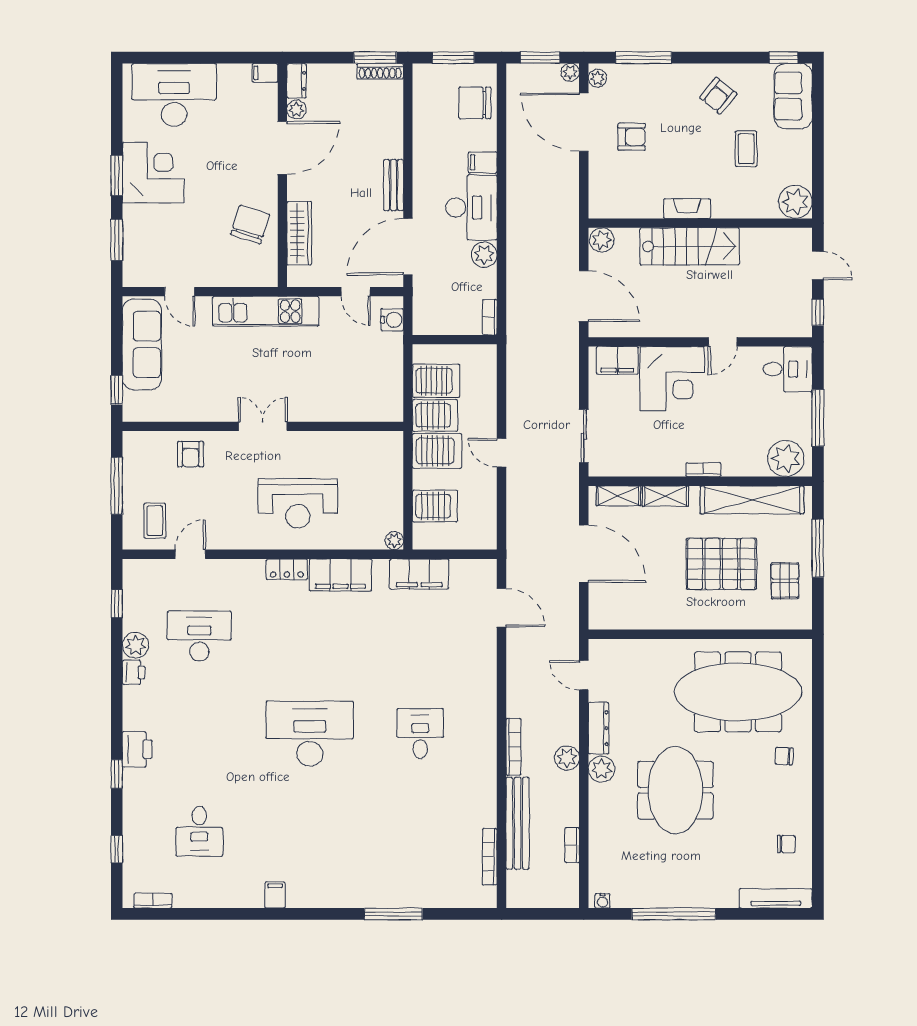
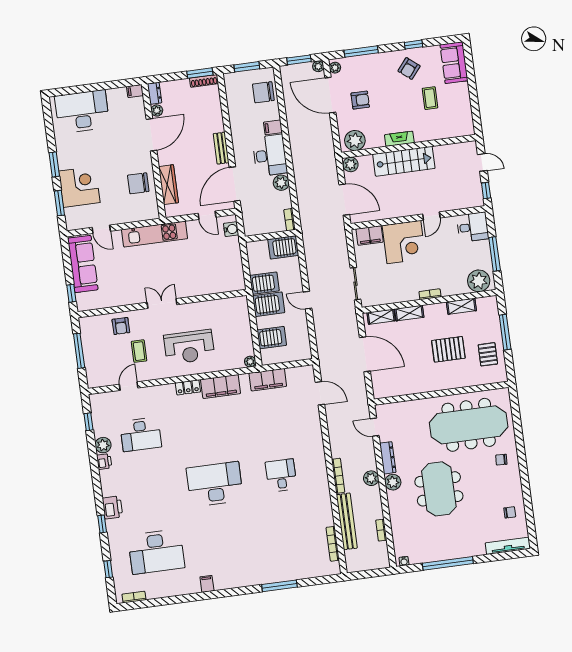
window: (784, 58) -> (414, 45), moved
corner desk: (153, 173) -> (79, 187), moved
plant: (795, 202) -> (355, 141), moved
chair: (250, 225) -> (138, 183), turned -108
server rack: (436, 381) -> (283, 247), moved, turned 180
shelving: (752, 500) -> (461, 306), width x0.45, depth x0.75
coffee table: (155, 521) -> (139, 351), moved
pallet: (721, 564) -> (448, 349), width x0.73, depth x0.71
desk: (199, 636) -> (141, 434), turned 180
desk: (199, 831) -> (156, 552), width x1.87, depth x1.30

